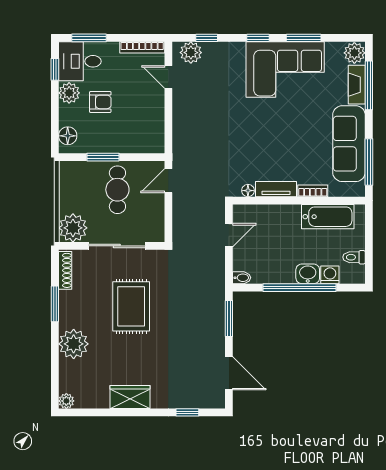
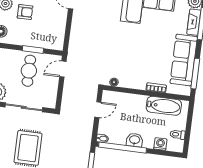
window: (103, 157) -> (33, 50), moved
tv unit: (276, 189) -> (132, 83), removed
washbasin: (308, 274) -> (135, 140), moved
window: (300, 288) -> (122, 148), moved

